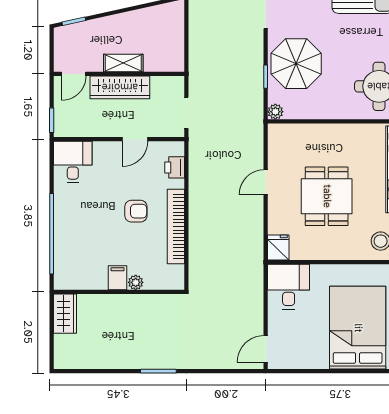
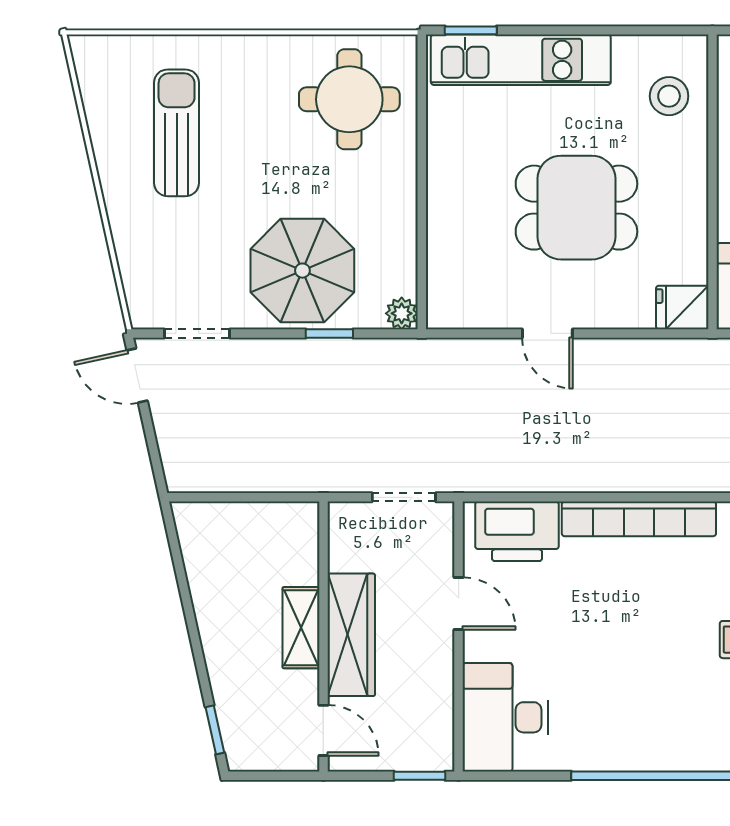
desk: (73, 162) -> (505, 717), width x1.37
printer: (175, 167) -> (517, 531), width x1.87, depth x1.48
armchair: (136, 211) -> (607, 601), removed

